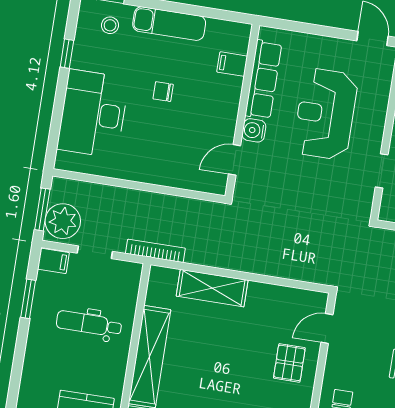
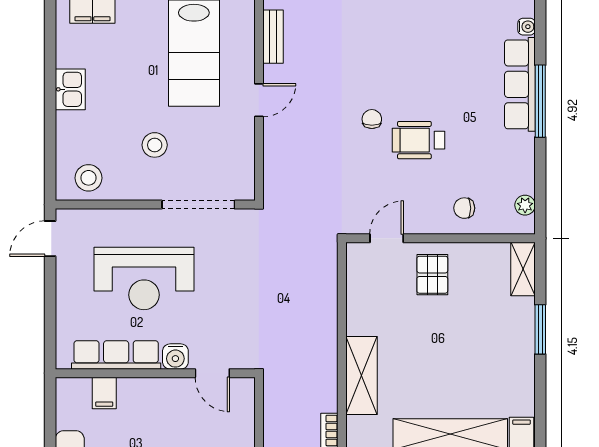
doorway: (382, 171) -> (198, 205), width x1.88
door: (327, 328) -> (387, 238), swing flipped
pallet: (289, 363) -> (432, 275), turned 90

